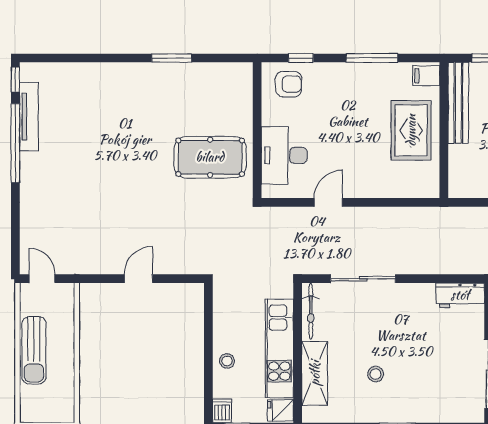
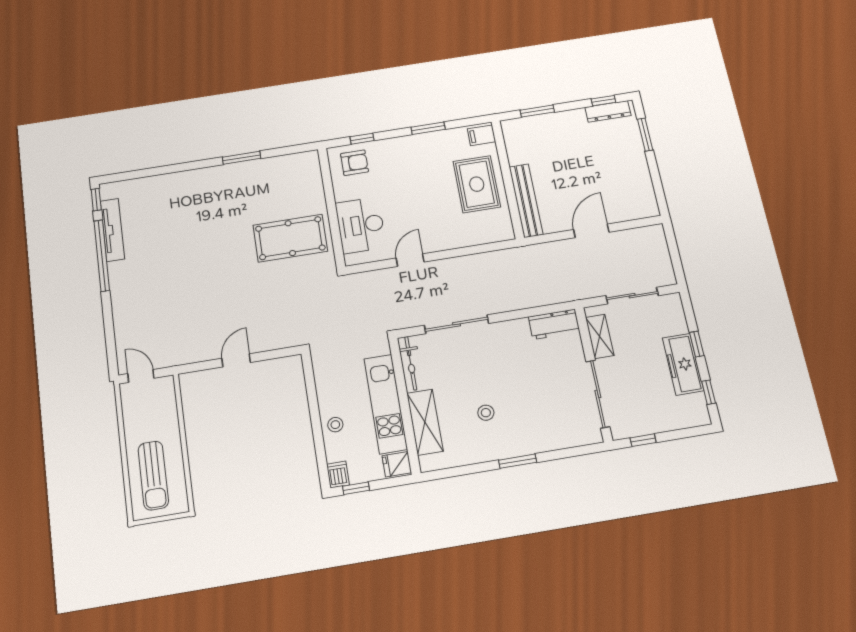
window: (372, 58) -> (428, 128), width x0.69
bench: (458, 103) -> (526, 200), moved
sun lounger: (34, 350) -> (153, 475), moved

